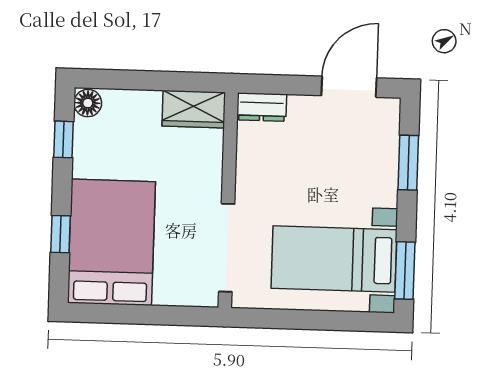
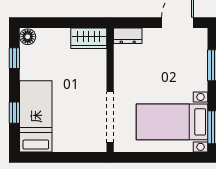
bed: (111, 242) -> (36, 116), width x0.67

